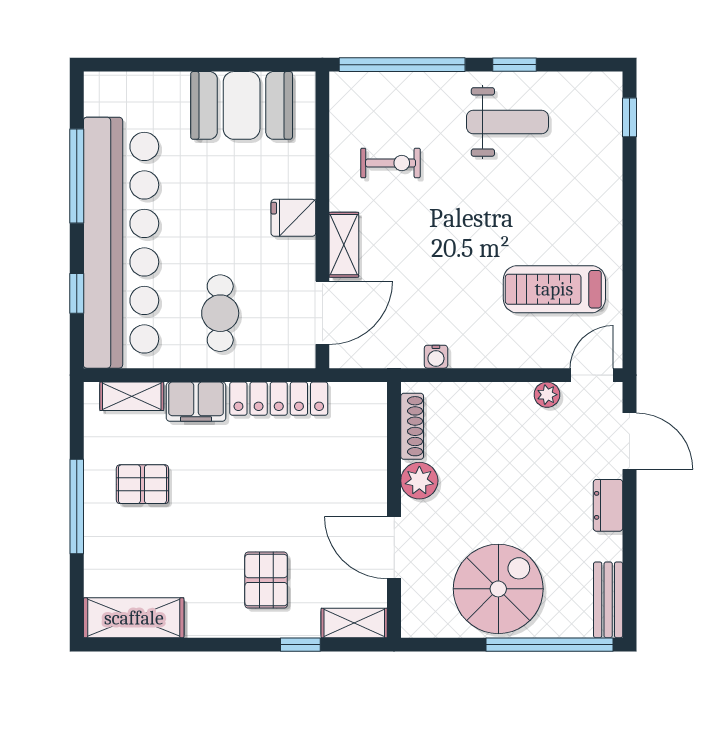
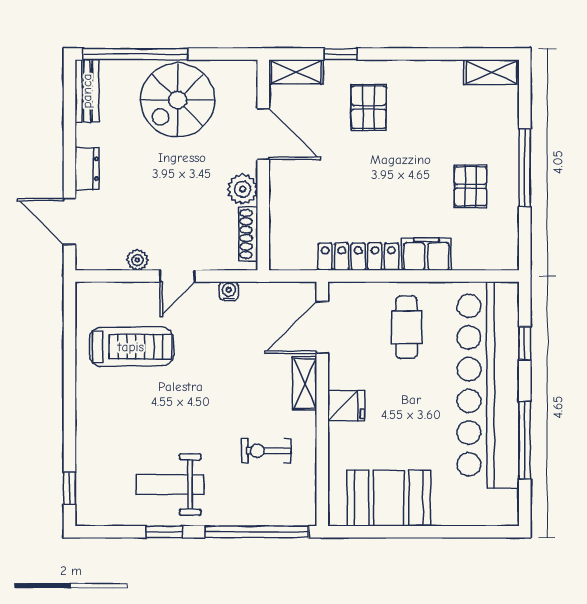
door: (592, 375) -> (177, 276), moved
shelving: (132, 396) -> (479, 259), removed
pallet: (142, 484) -> (470, 186), turned 90
shelving: (134, 618) -> (491, 72), width x0.67, depth x0.75

